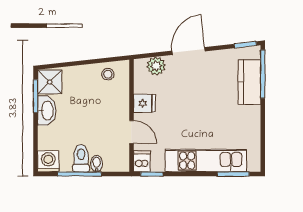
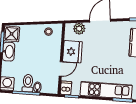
fridge: (144, 103) -> (72, 52), width x1.88, depth x1.34
door: (131, 132) -> (61, 69), hinge flipped

